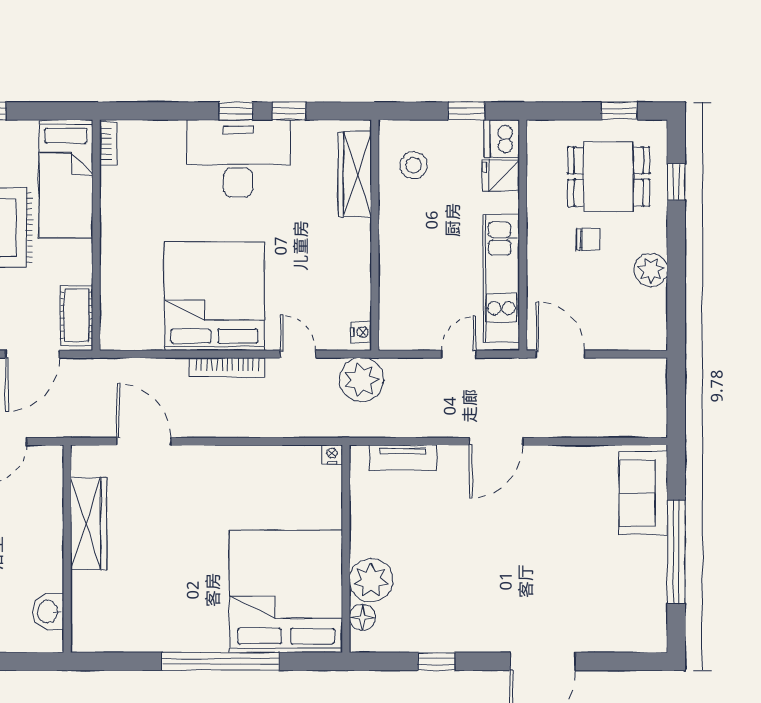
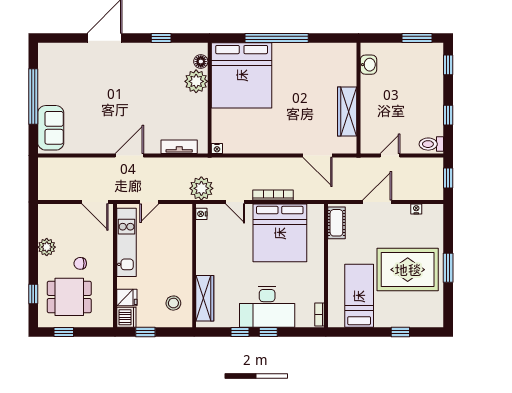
bookcase: (108, 144) -> (319, 314), moved
wall: (96, 235) -> (326, 266), moved
cot: (76, 315) -> (336, 223), moved

